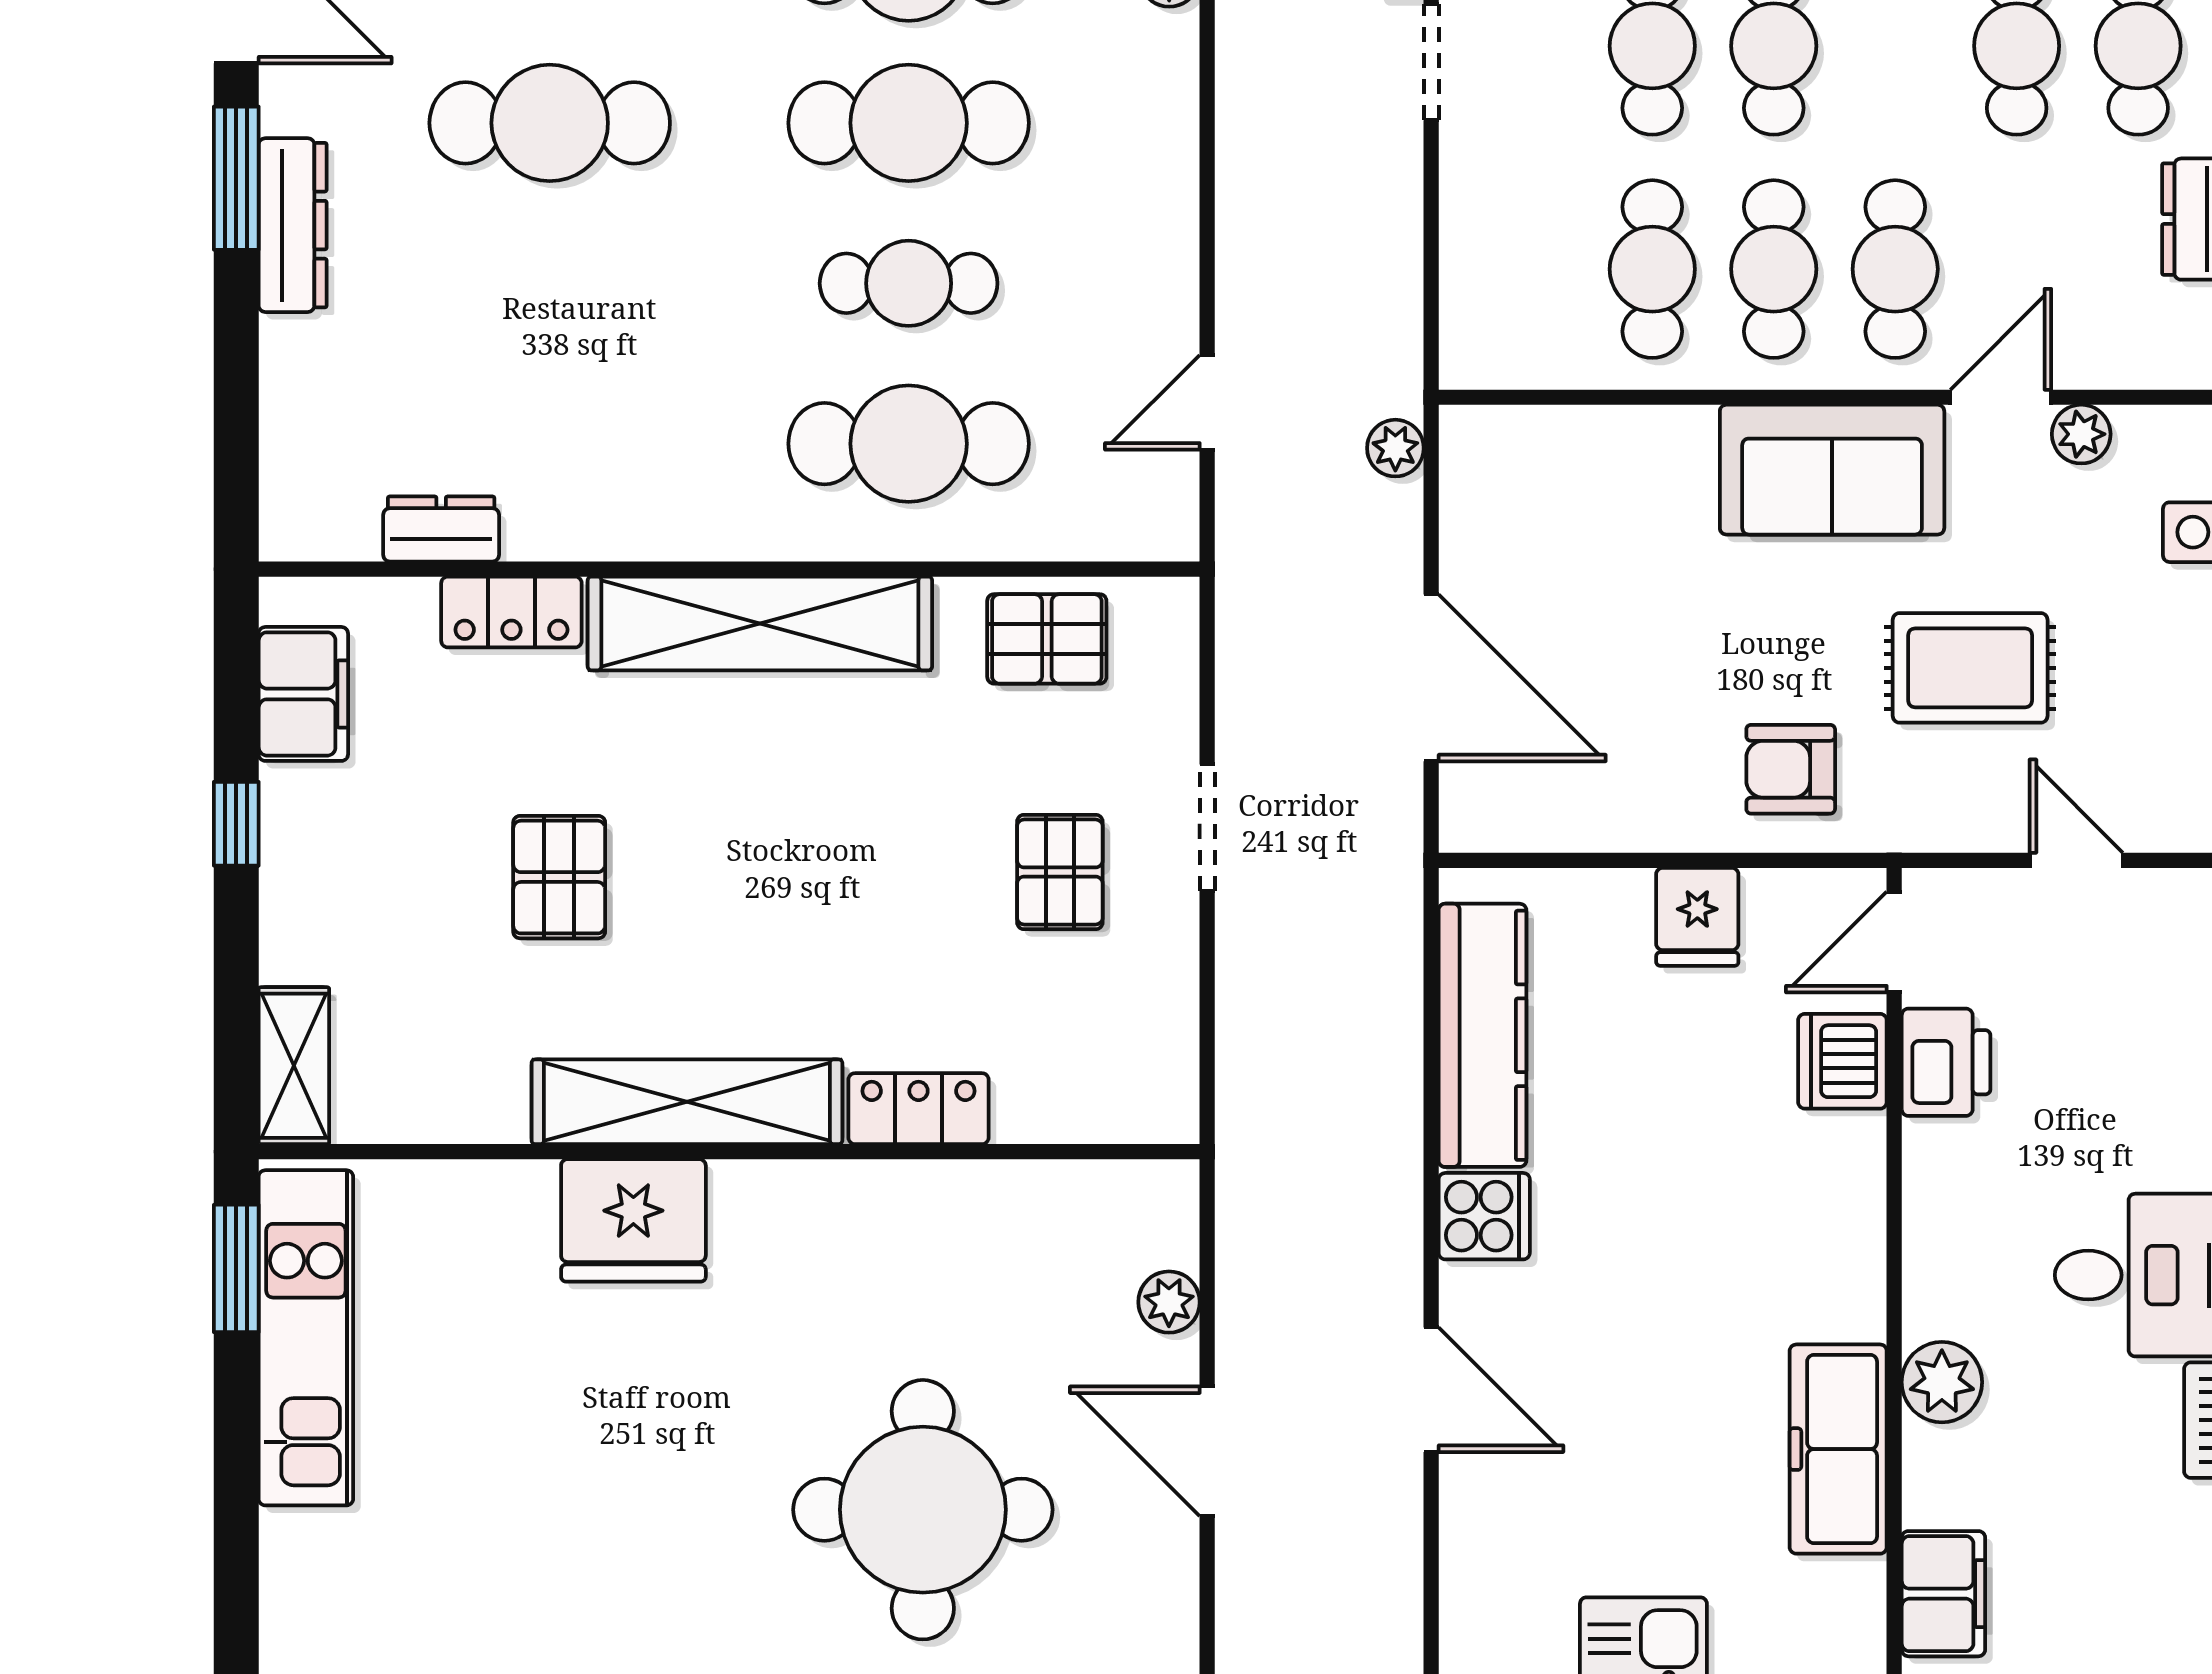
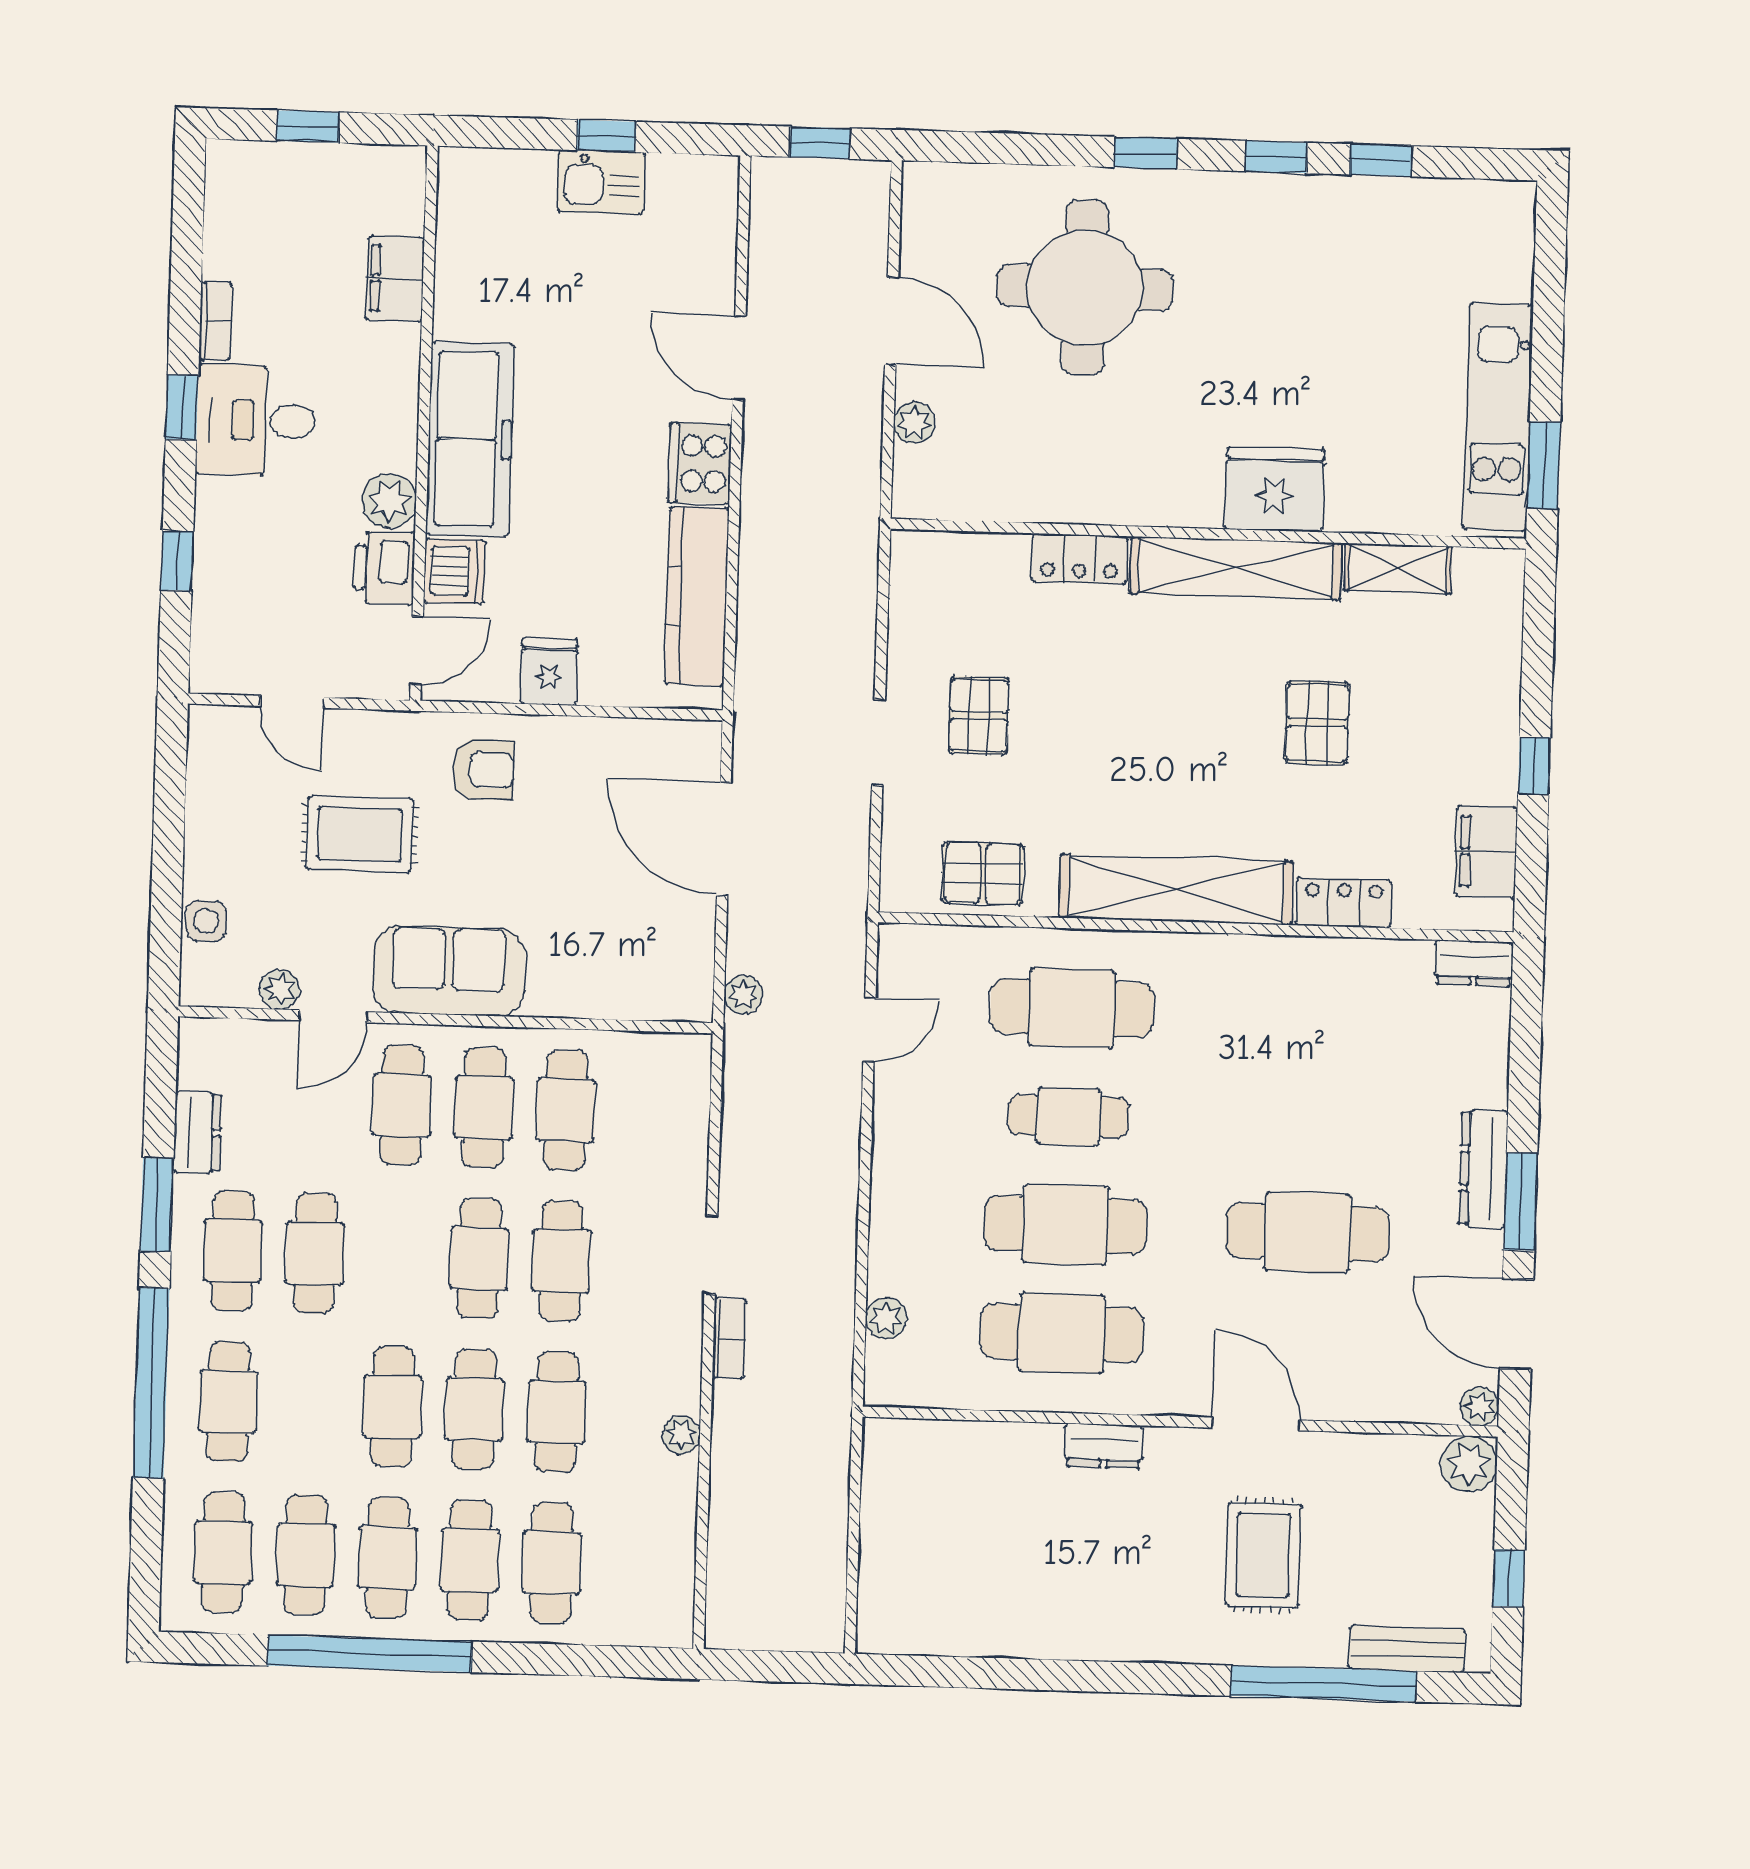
dresser: (441, 529) -> (1474, 963), moved
shelving: (294, 1066) -> (1398, 569), moved, turned 90
cooker: (1484, 1216) -> (700, 463), width x1.36
plant: (1942, 1382) -> (389, 501), moved
freezer: (1838, 1449) -> (470, 439), moved, width x1.36, depth x1.26
filing cabinet: (1943, 1594) -> (395, 279), moved

